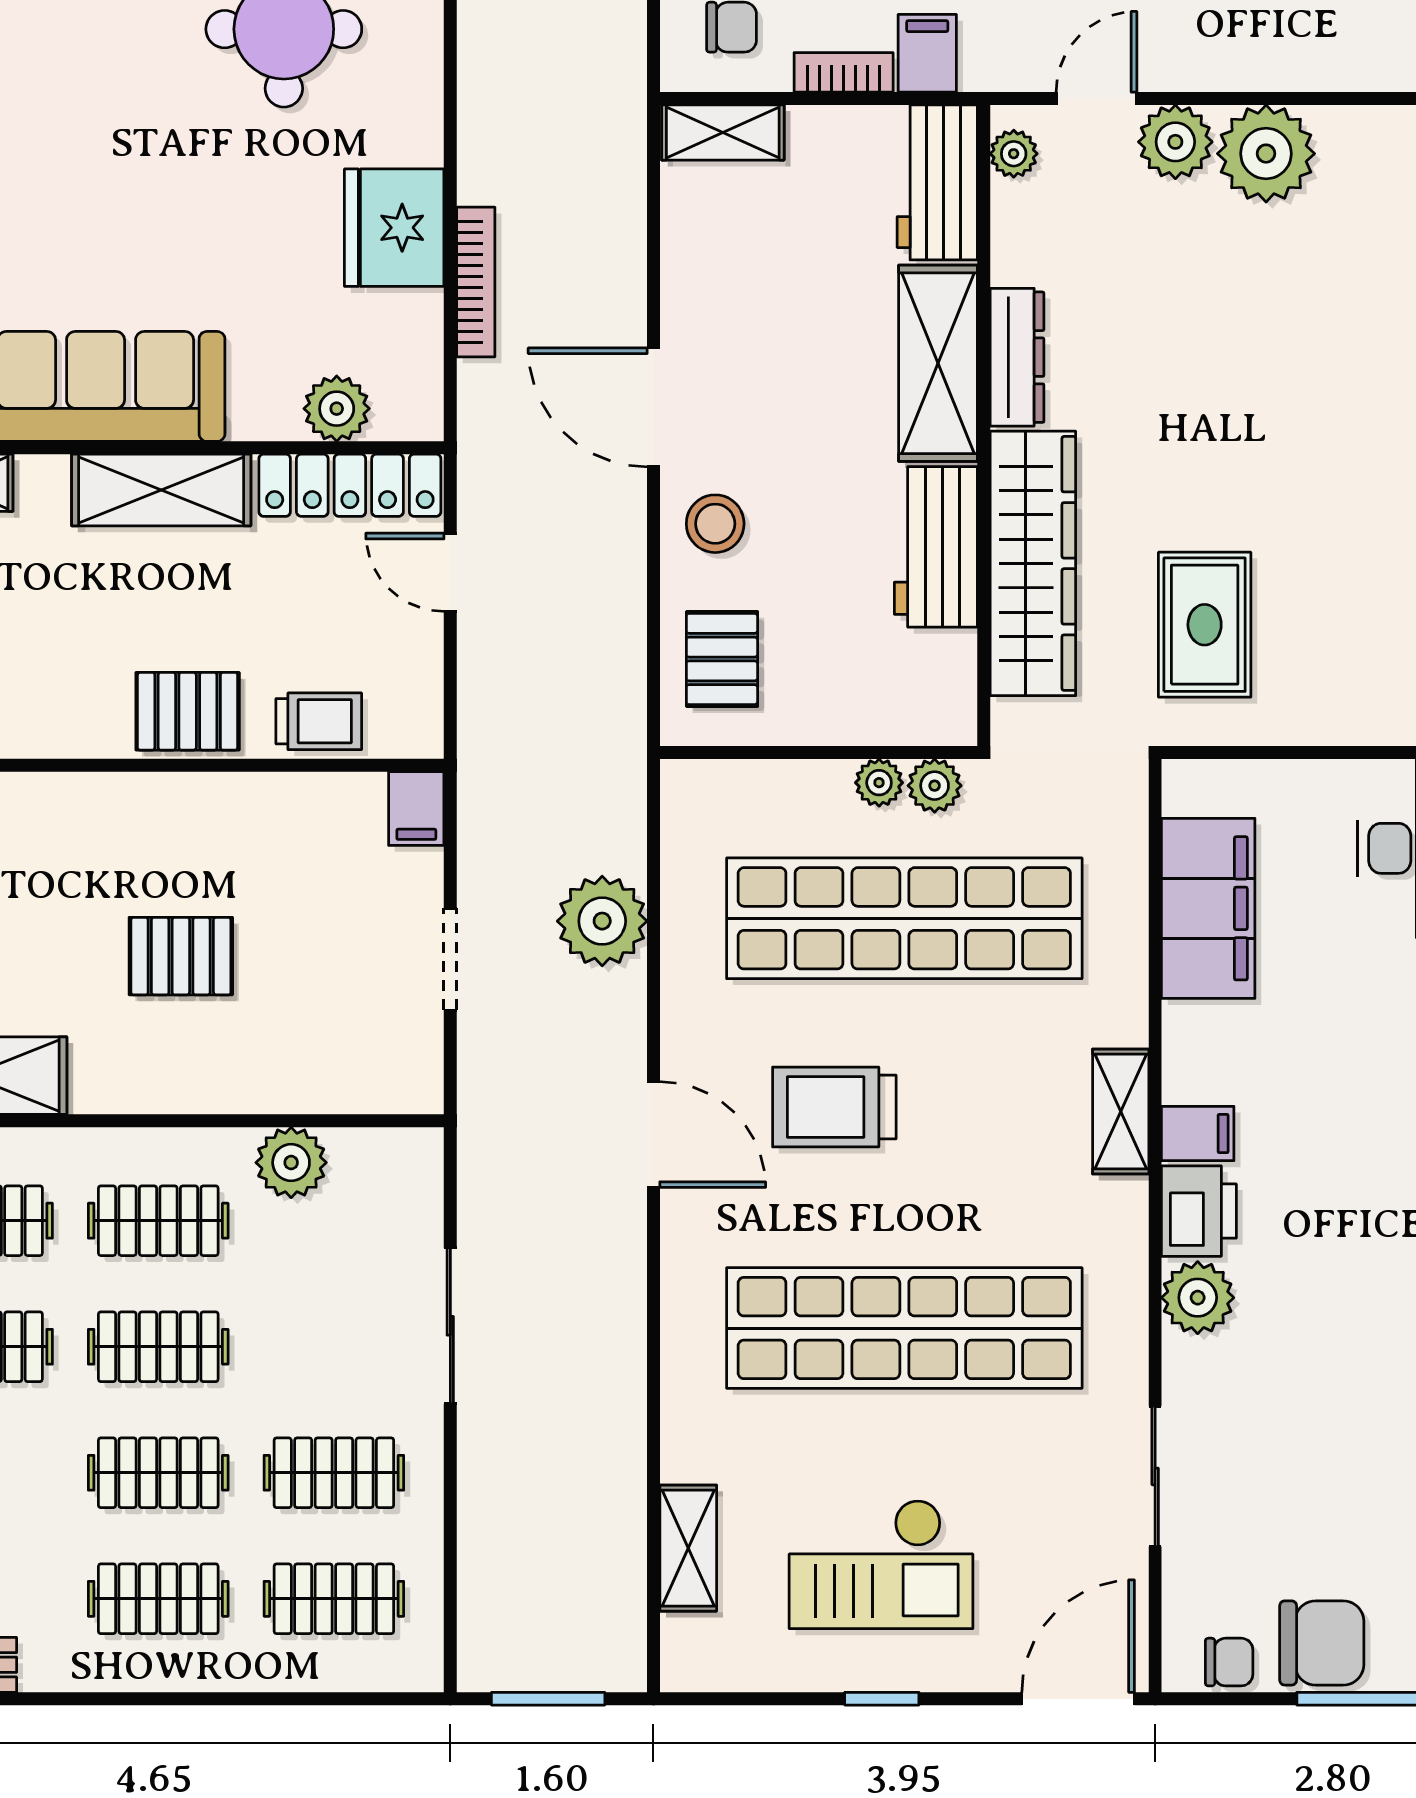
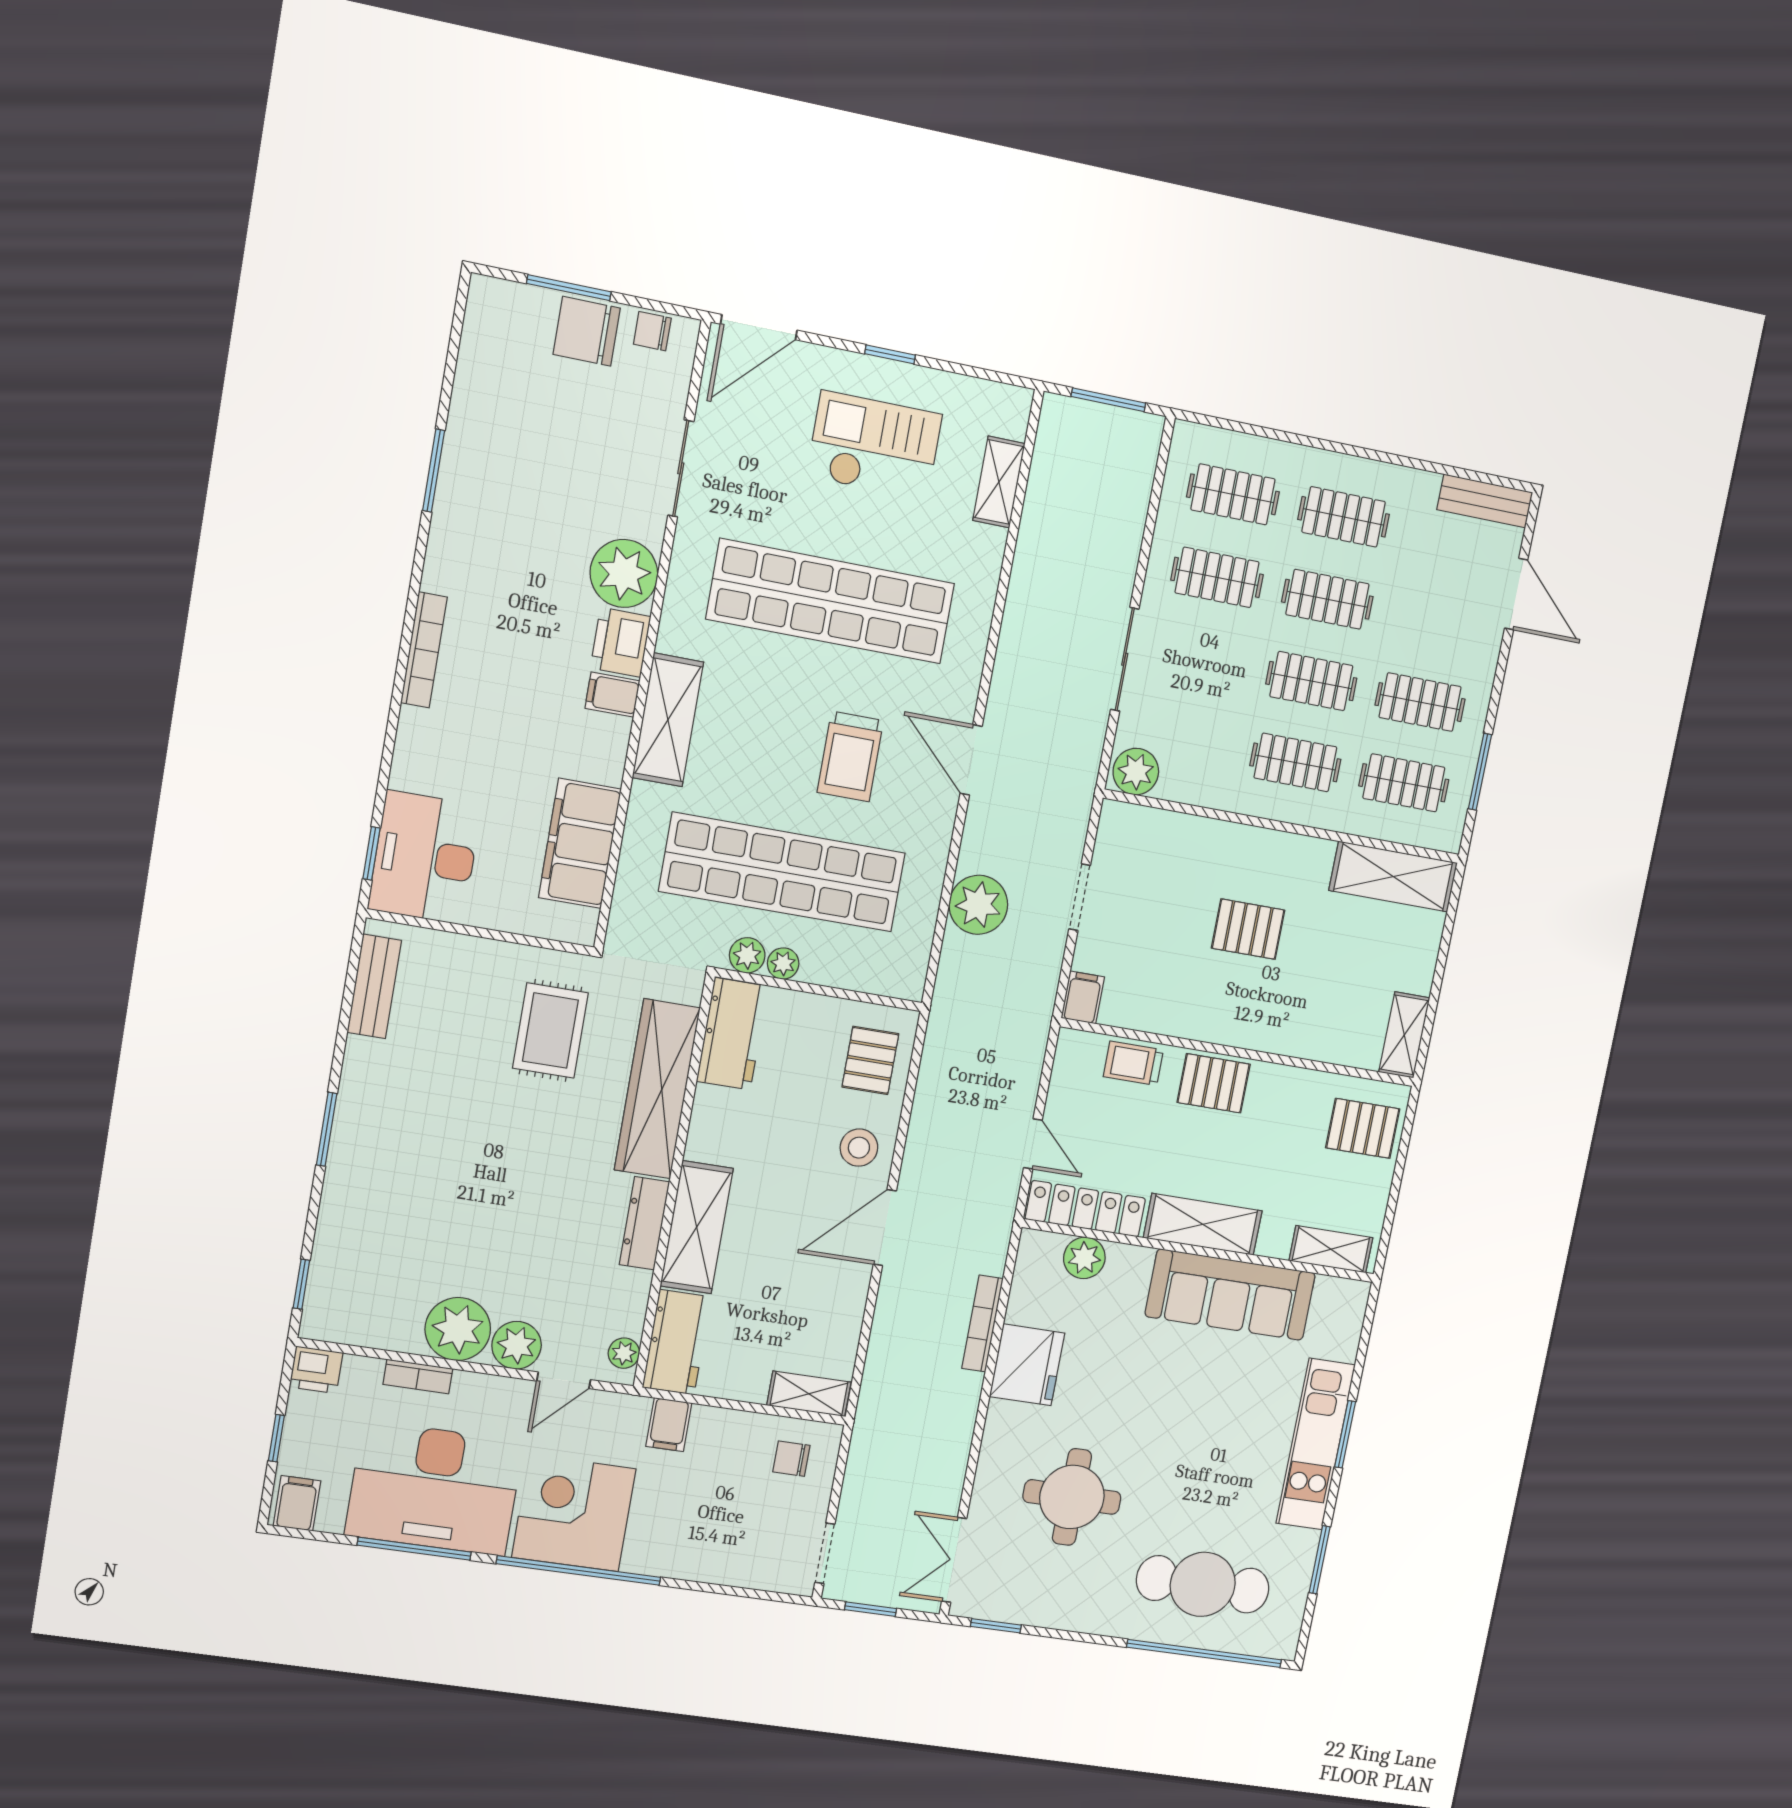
bookcase: (844, 72) -> (418, 1376), moved
door: (653, 407) -> (885, 1228), swing flipped
workbench: (936, 547) -> (732, 1034), moved
trolley: (834, 1107) -> (850, 756), turned 90
shelving: (1121, 1111) -> (668, 720), width x1.50, depth x1.33
plant: (291, 1163) -> (1136, 772), moved
plant: (1198, 1298) -> (624, 573), width x1.36, depth x1.36

